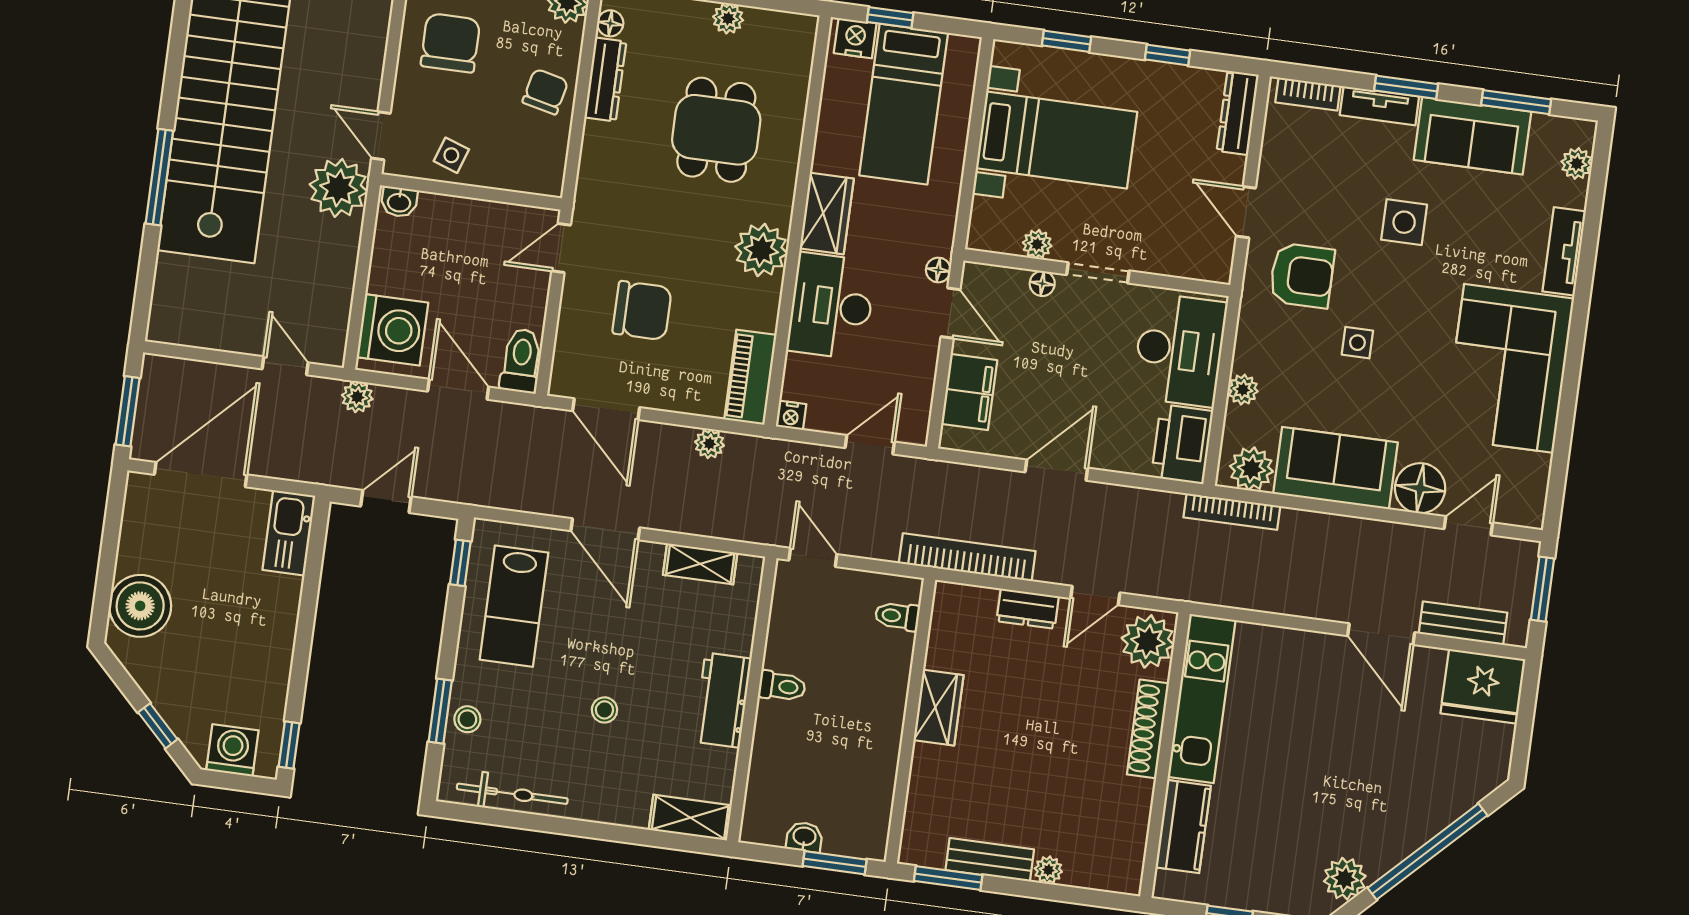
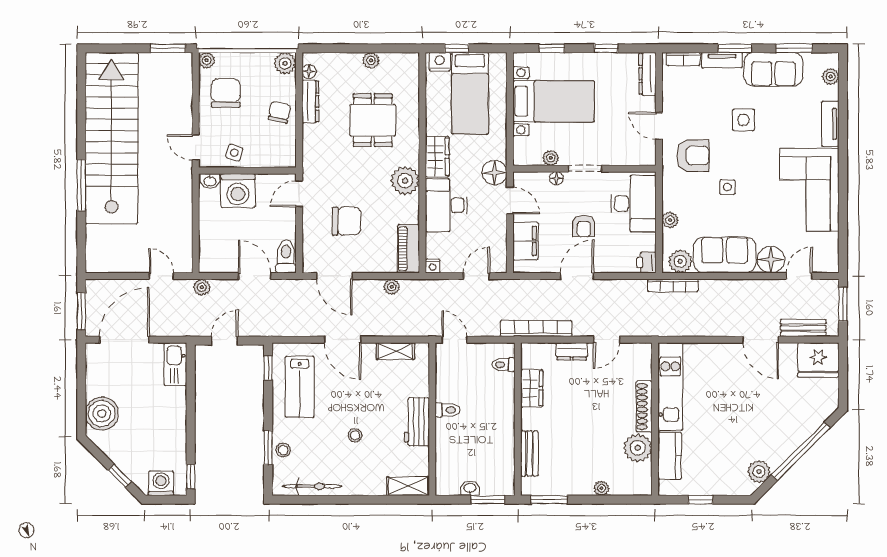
plant: (339, 188) -> (177, 178), removed
floor lamp: (938, 270) -> (494, 173), width x1.89, depth x1.89
washing machine: (392, 330) -> (238, 191), moved, turned 90
armchair: (1081, 379) -> (584, 226), added
printer: (1182, 444) -> (646, 262), width x0.53, depth x0.68
plant: (1148, 641) -> (638, 448), moved
wardrobe: (939, 708) -> (532, 388), moved
bench: (990, 860) -> (529, 453), moved, turned 90

